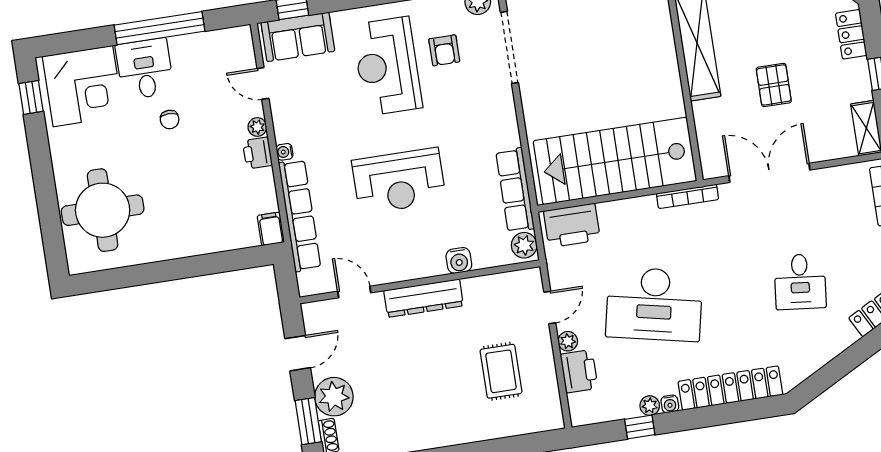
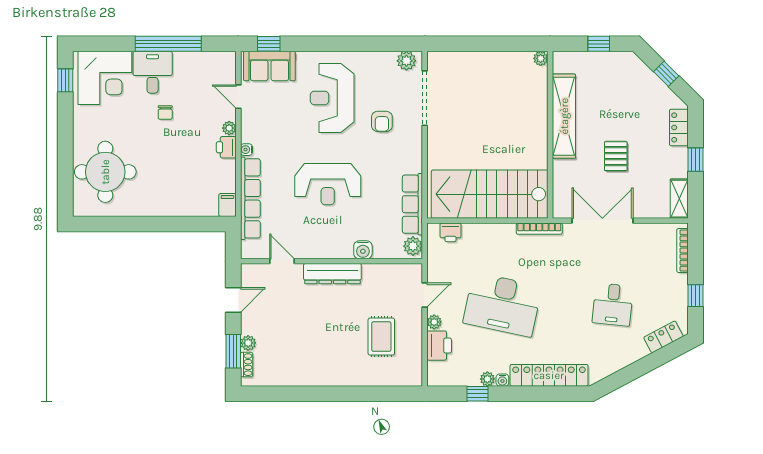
armchair: (444, 50) -> (382, 121), moved
printer: (572, 225) -> (450, 232), width x0.53, depth x0.68
plant: (334, 397) -> (248, 343), width x0.53, depth x0.53

